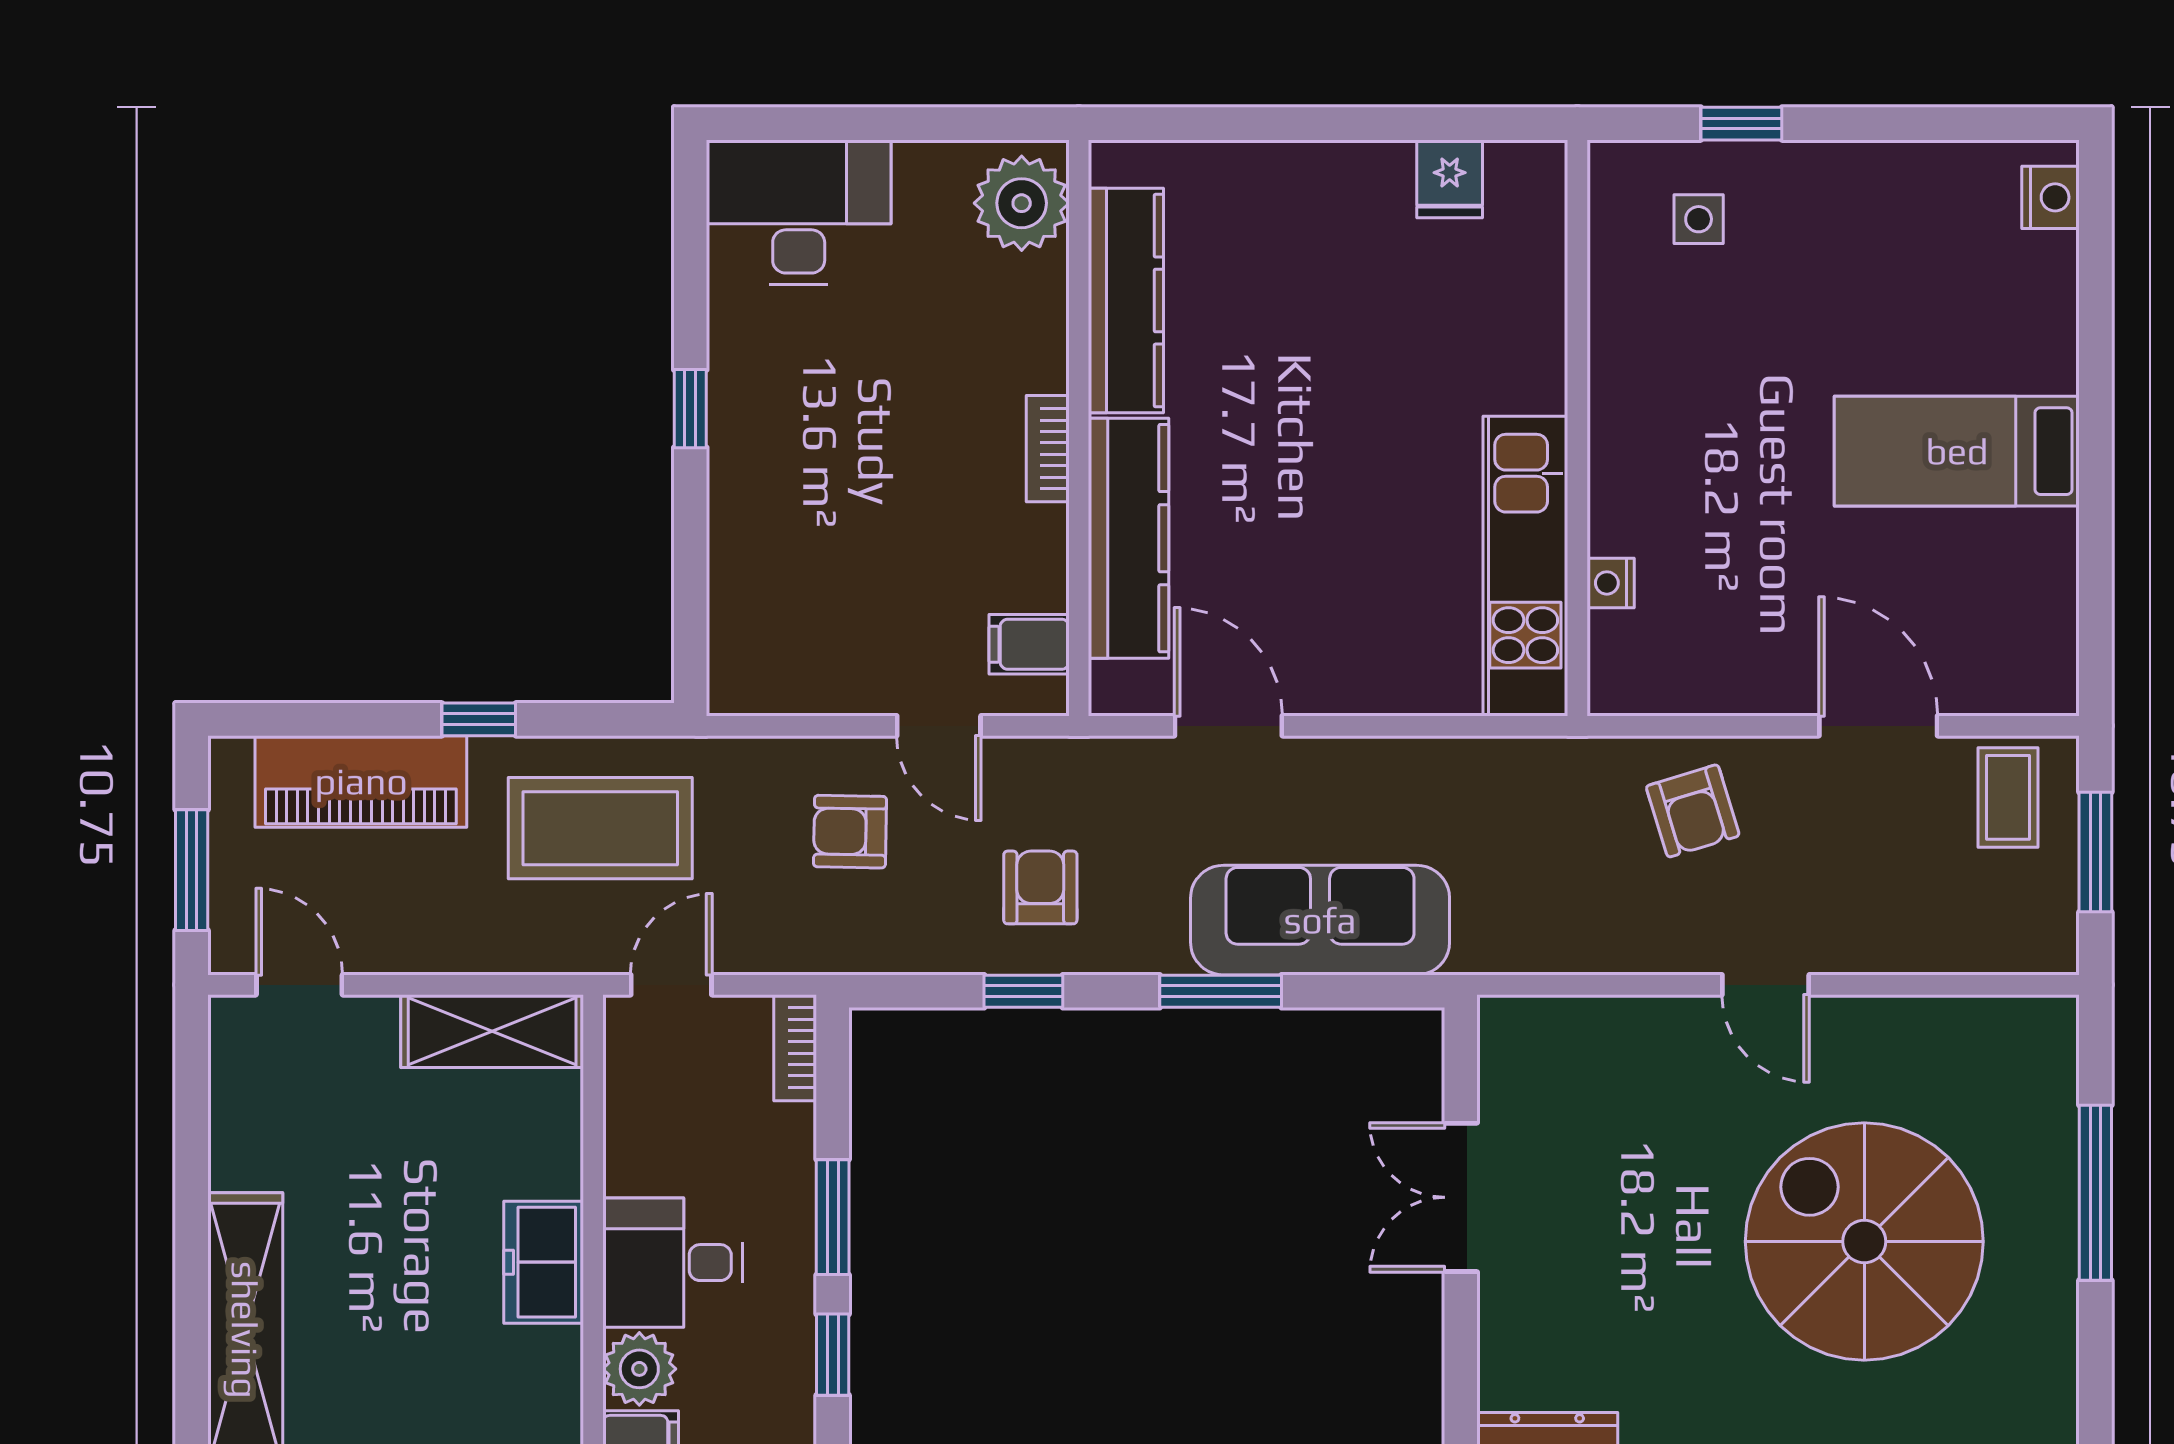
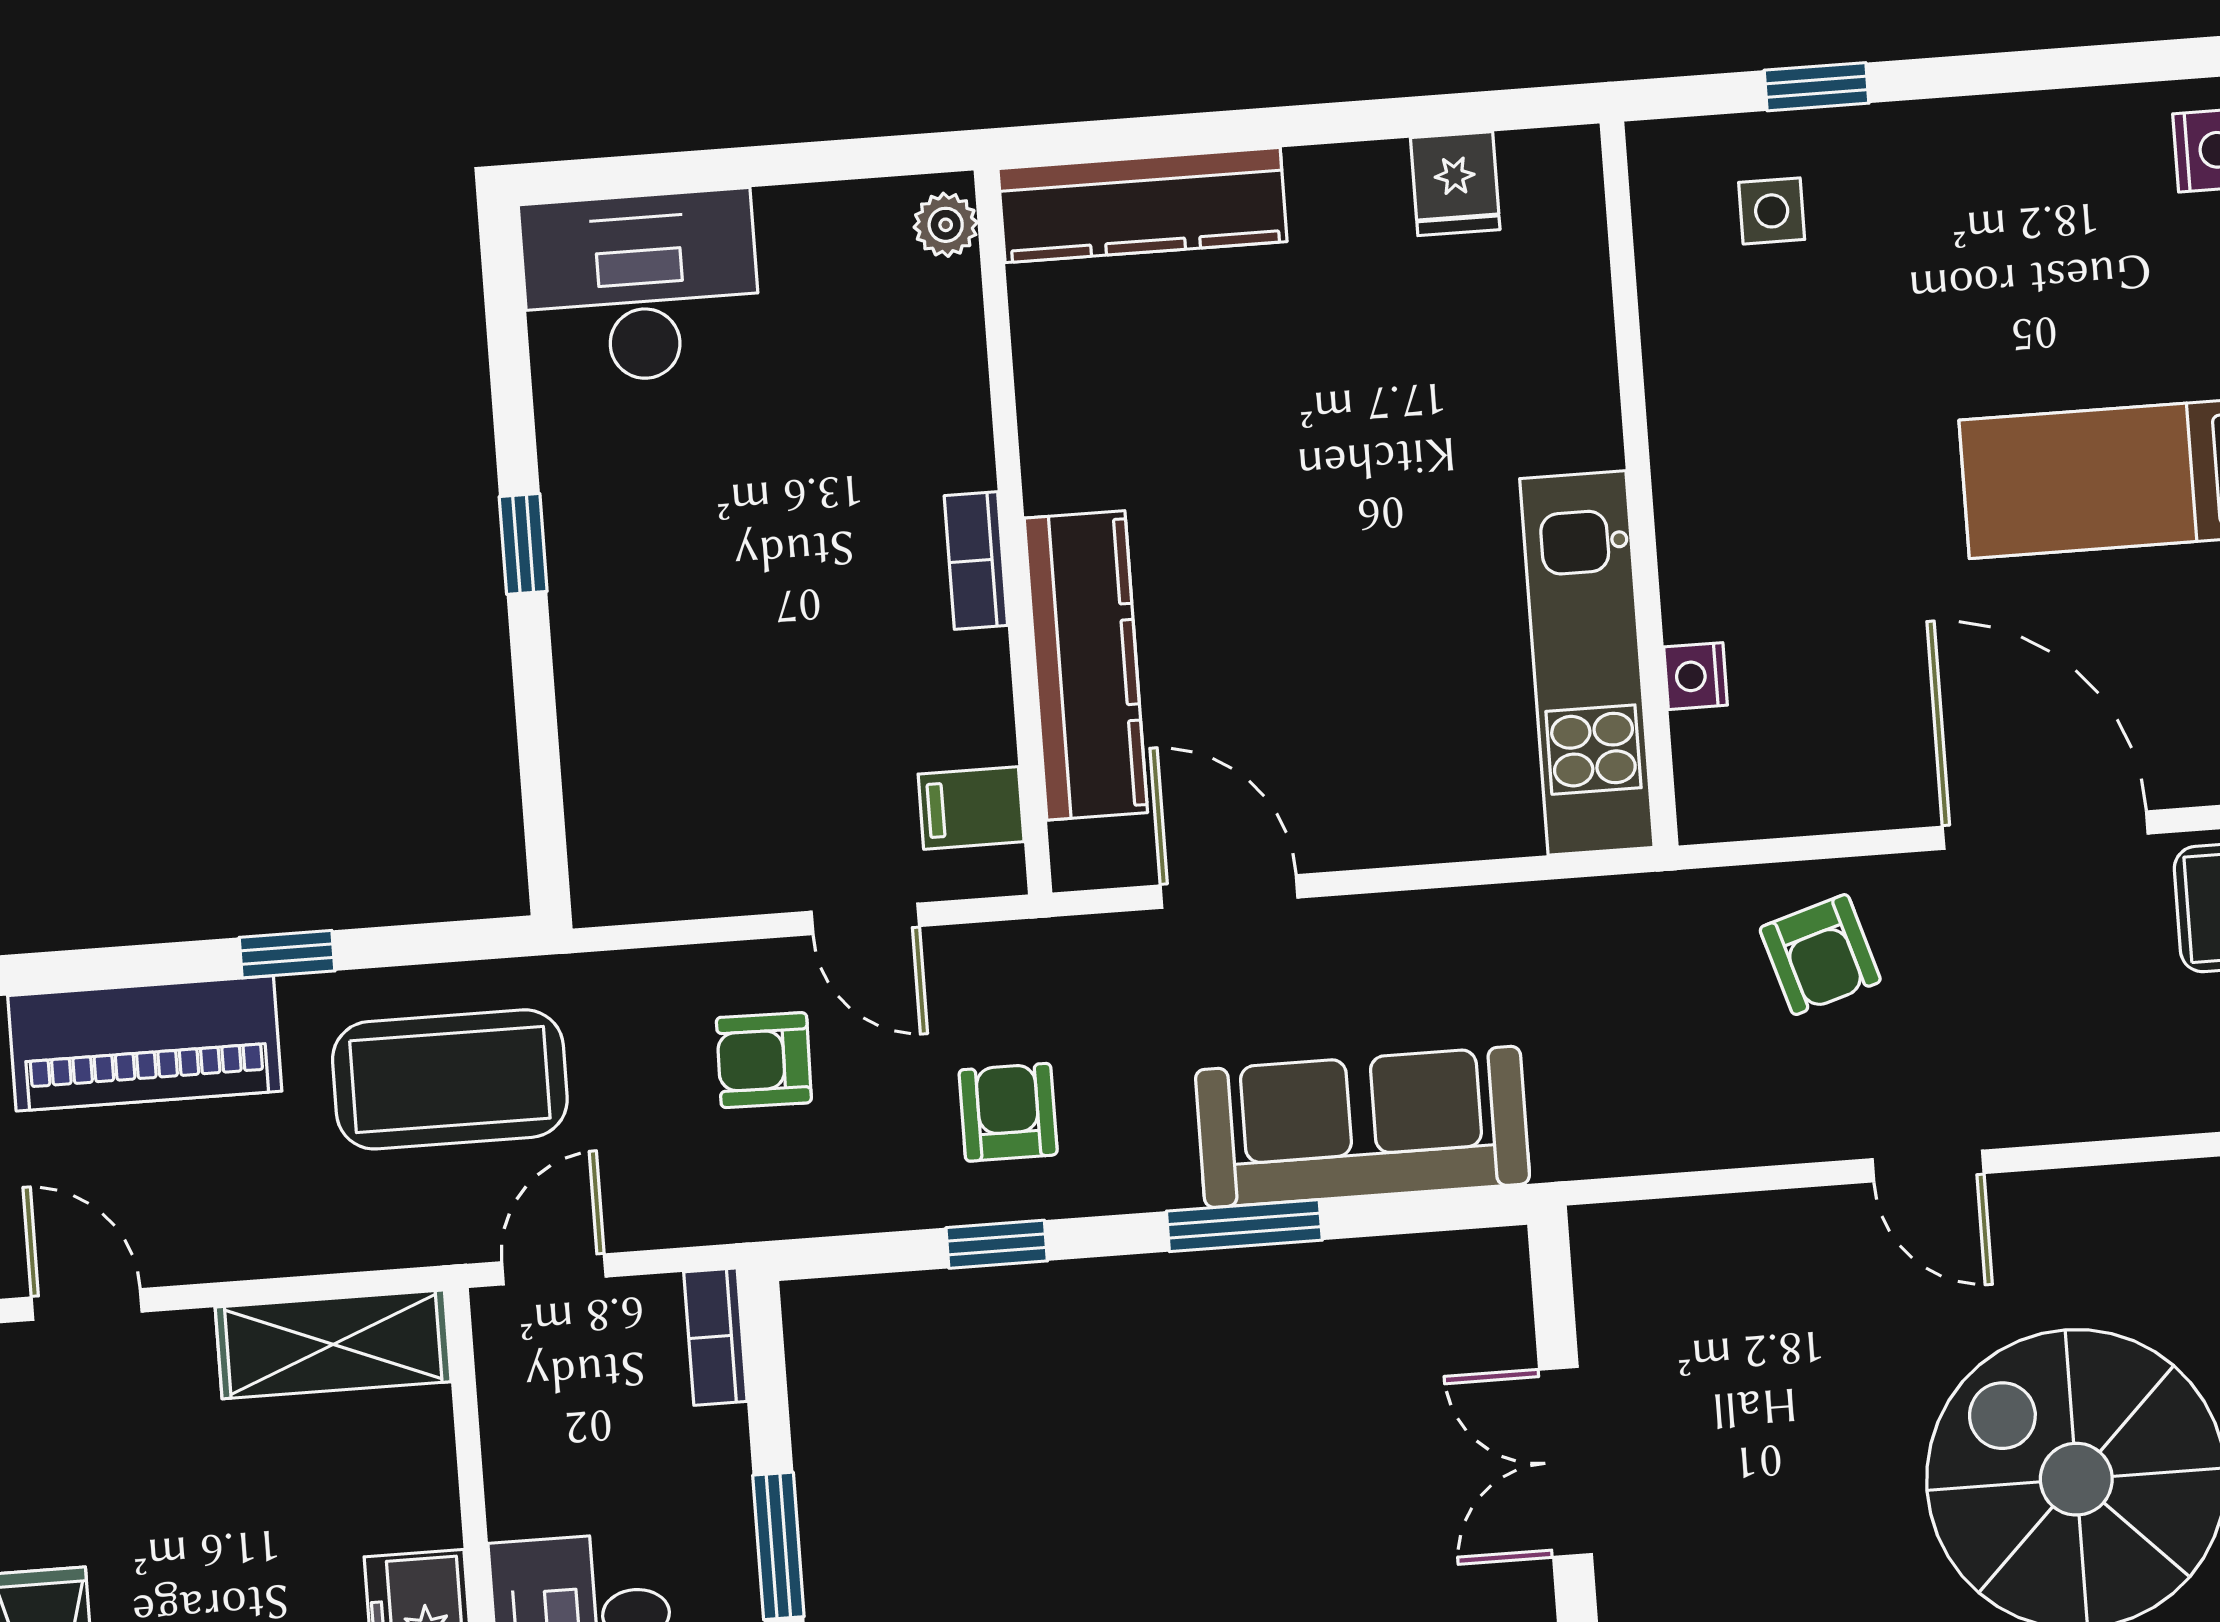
plant: (1022, 203) -> (946, 225), width x0.53, depth x0.53
kitchen counter: (1126, 301) -> (1143, 205), moved, turned 90
door: (1878, 726) -> (2045, 830), width x1.36

